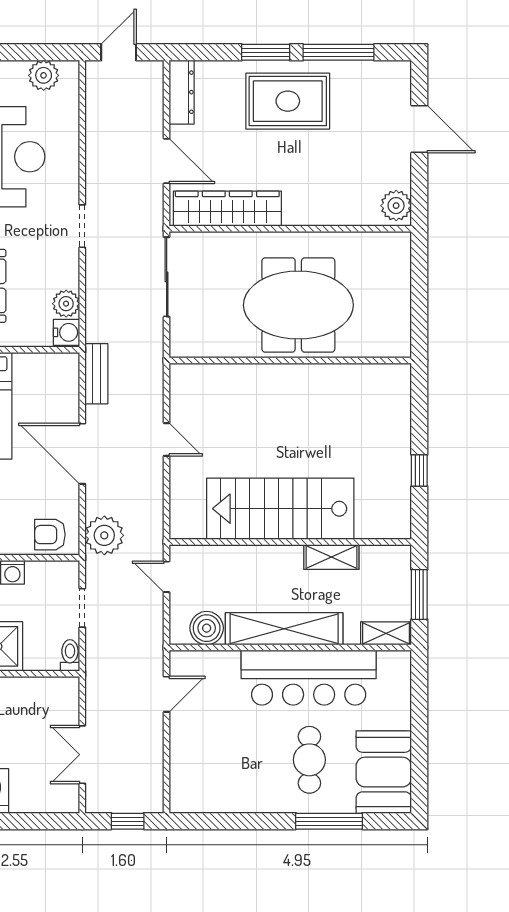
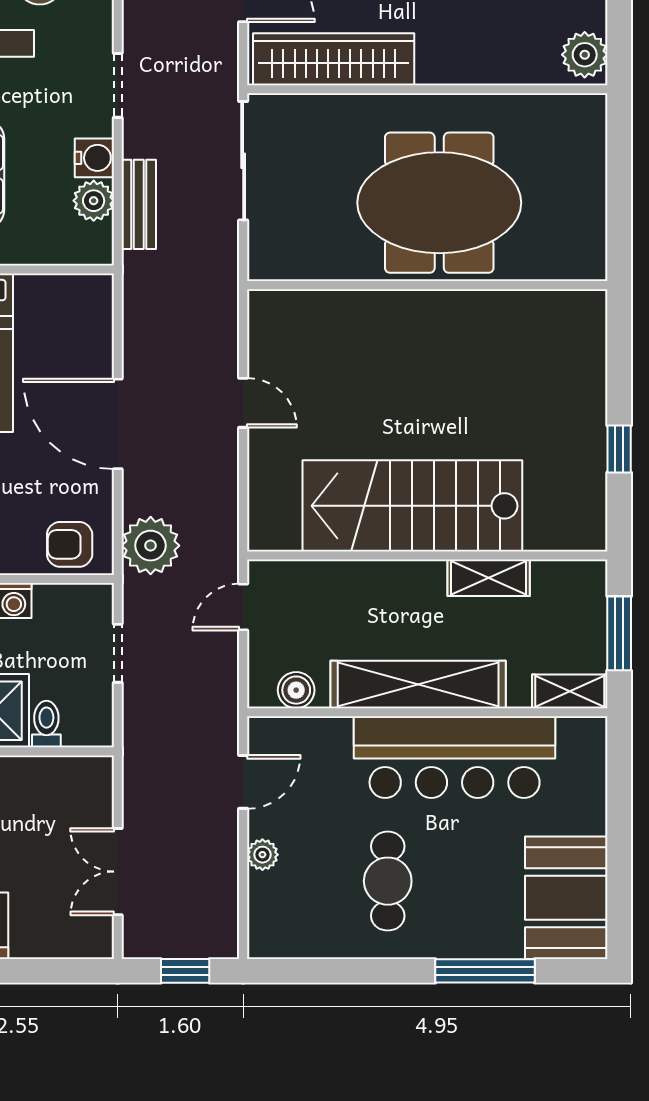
water cooler: (67, 332) -> (94, 158), moved
bench: (96, 374) -> (139, 204), moved
door: (167, 577) -> (243, 607), hinge flipped
boiler: (207, 628) -> (296, 690), width x0.73, depth x0.73
toilet: (70, 655) -> (46, 724), moved
plant: (180, 743) -> (262, 855), added
cafe table: (309, 760) -> (388, 881), moved

